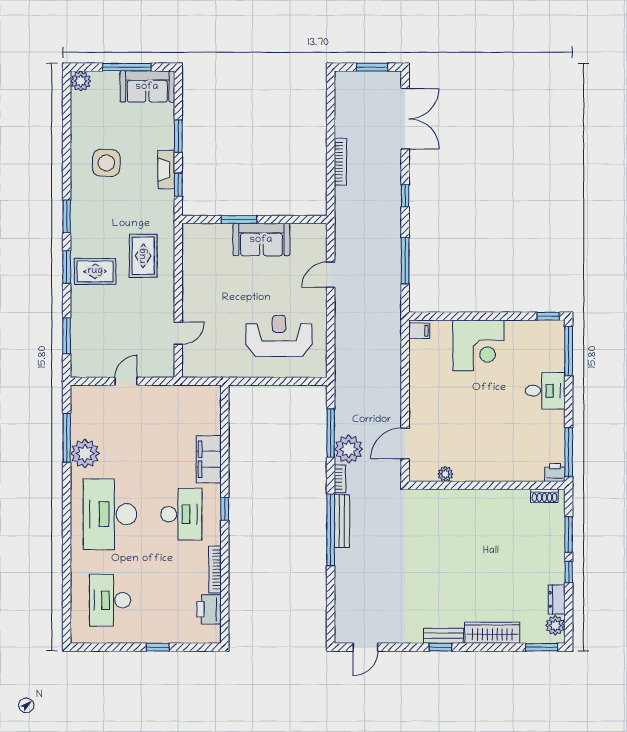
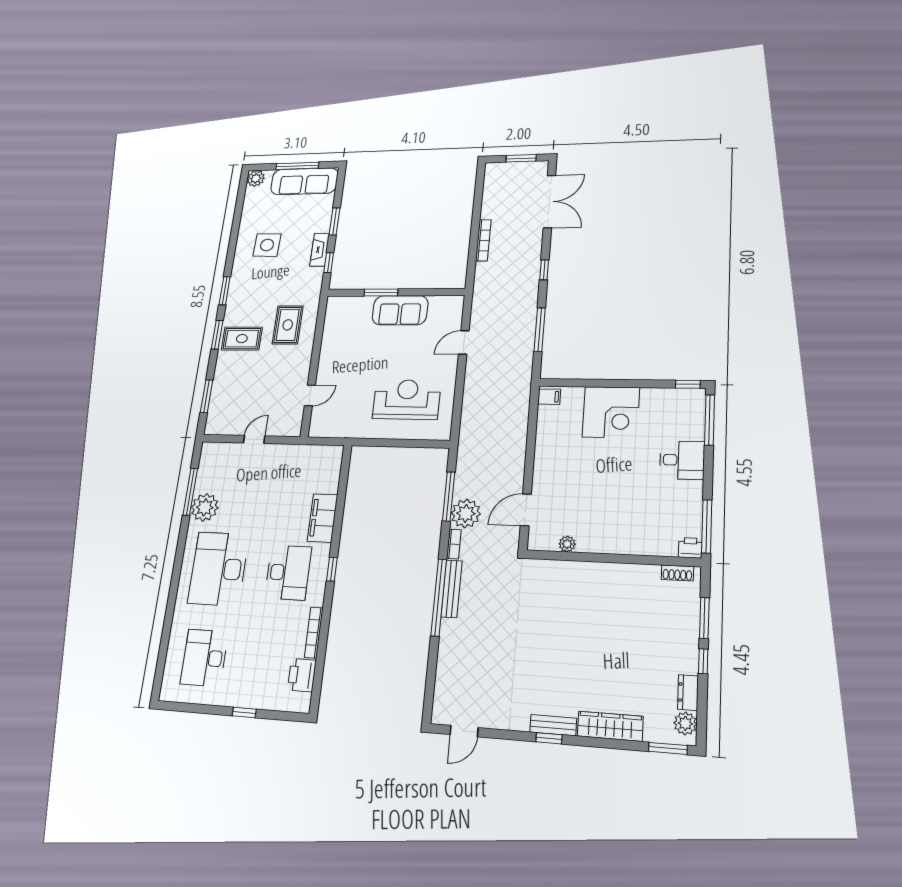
sofa: (147, 87) -> (304, 181), width x1.36

